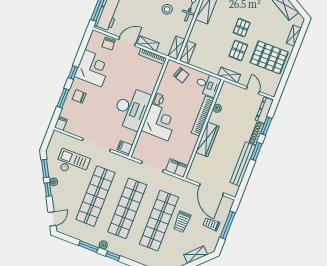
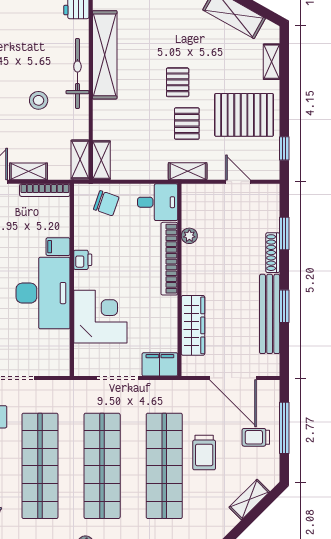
window: (283, 82) -> (284, 148), added
dresser: (264, 110) -> (271, 208), removed
corner desk: (160, 122) -> (100, 317), moved
wardrobe: (207, 139) -> (193, 325), moved
filing cabinet: (125, 147) -> (58, 247), moved
window: (256, 151) -> (284, 306), moved

